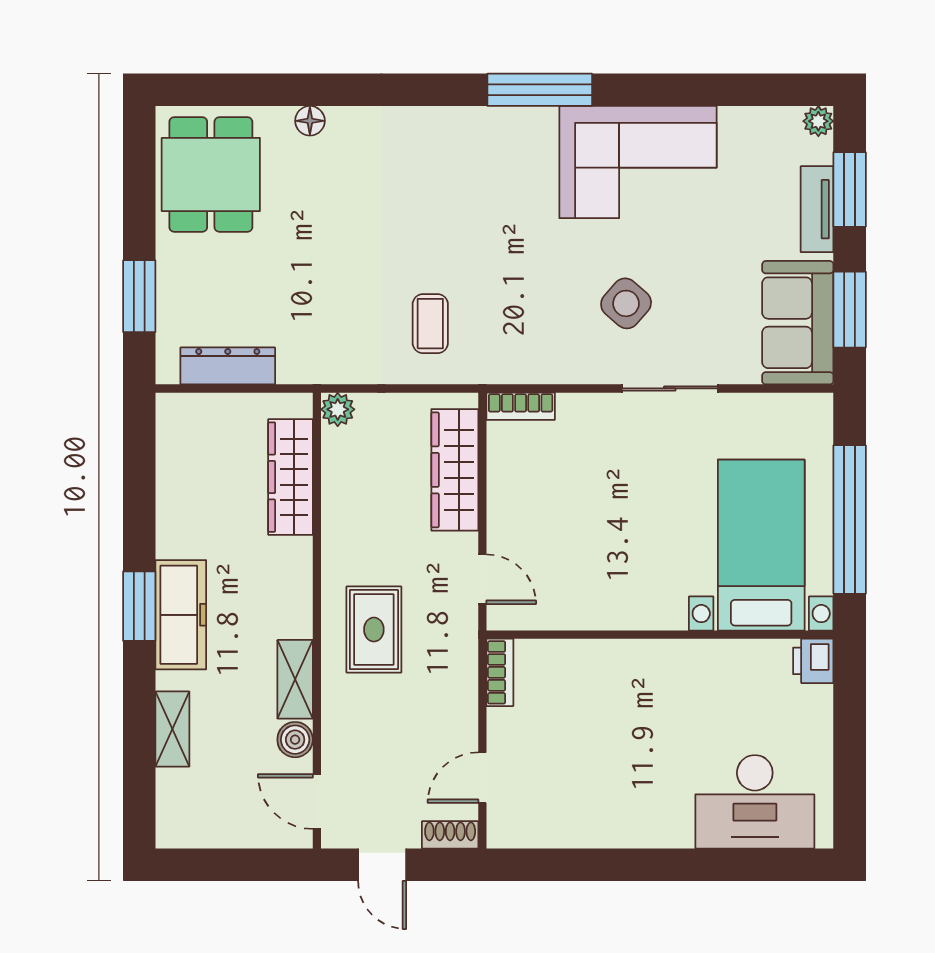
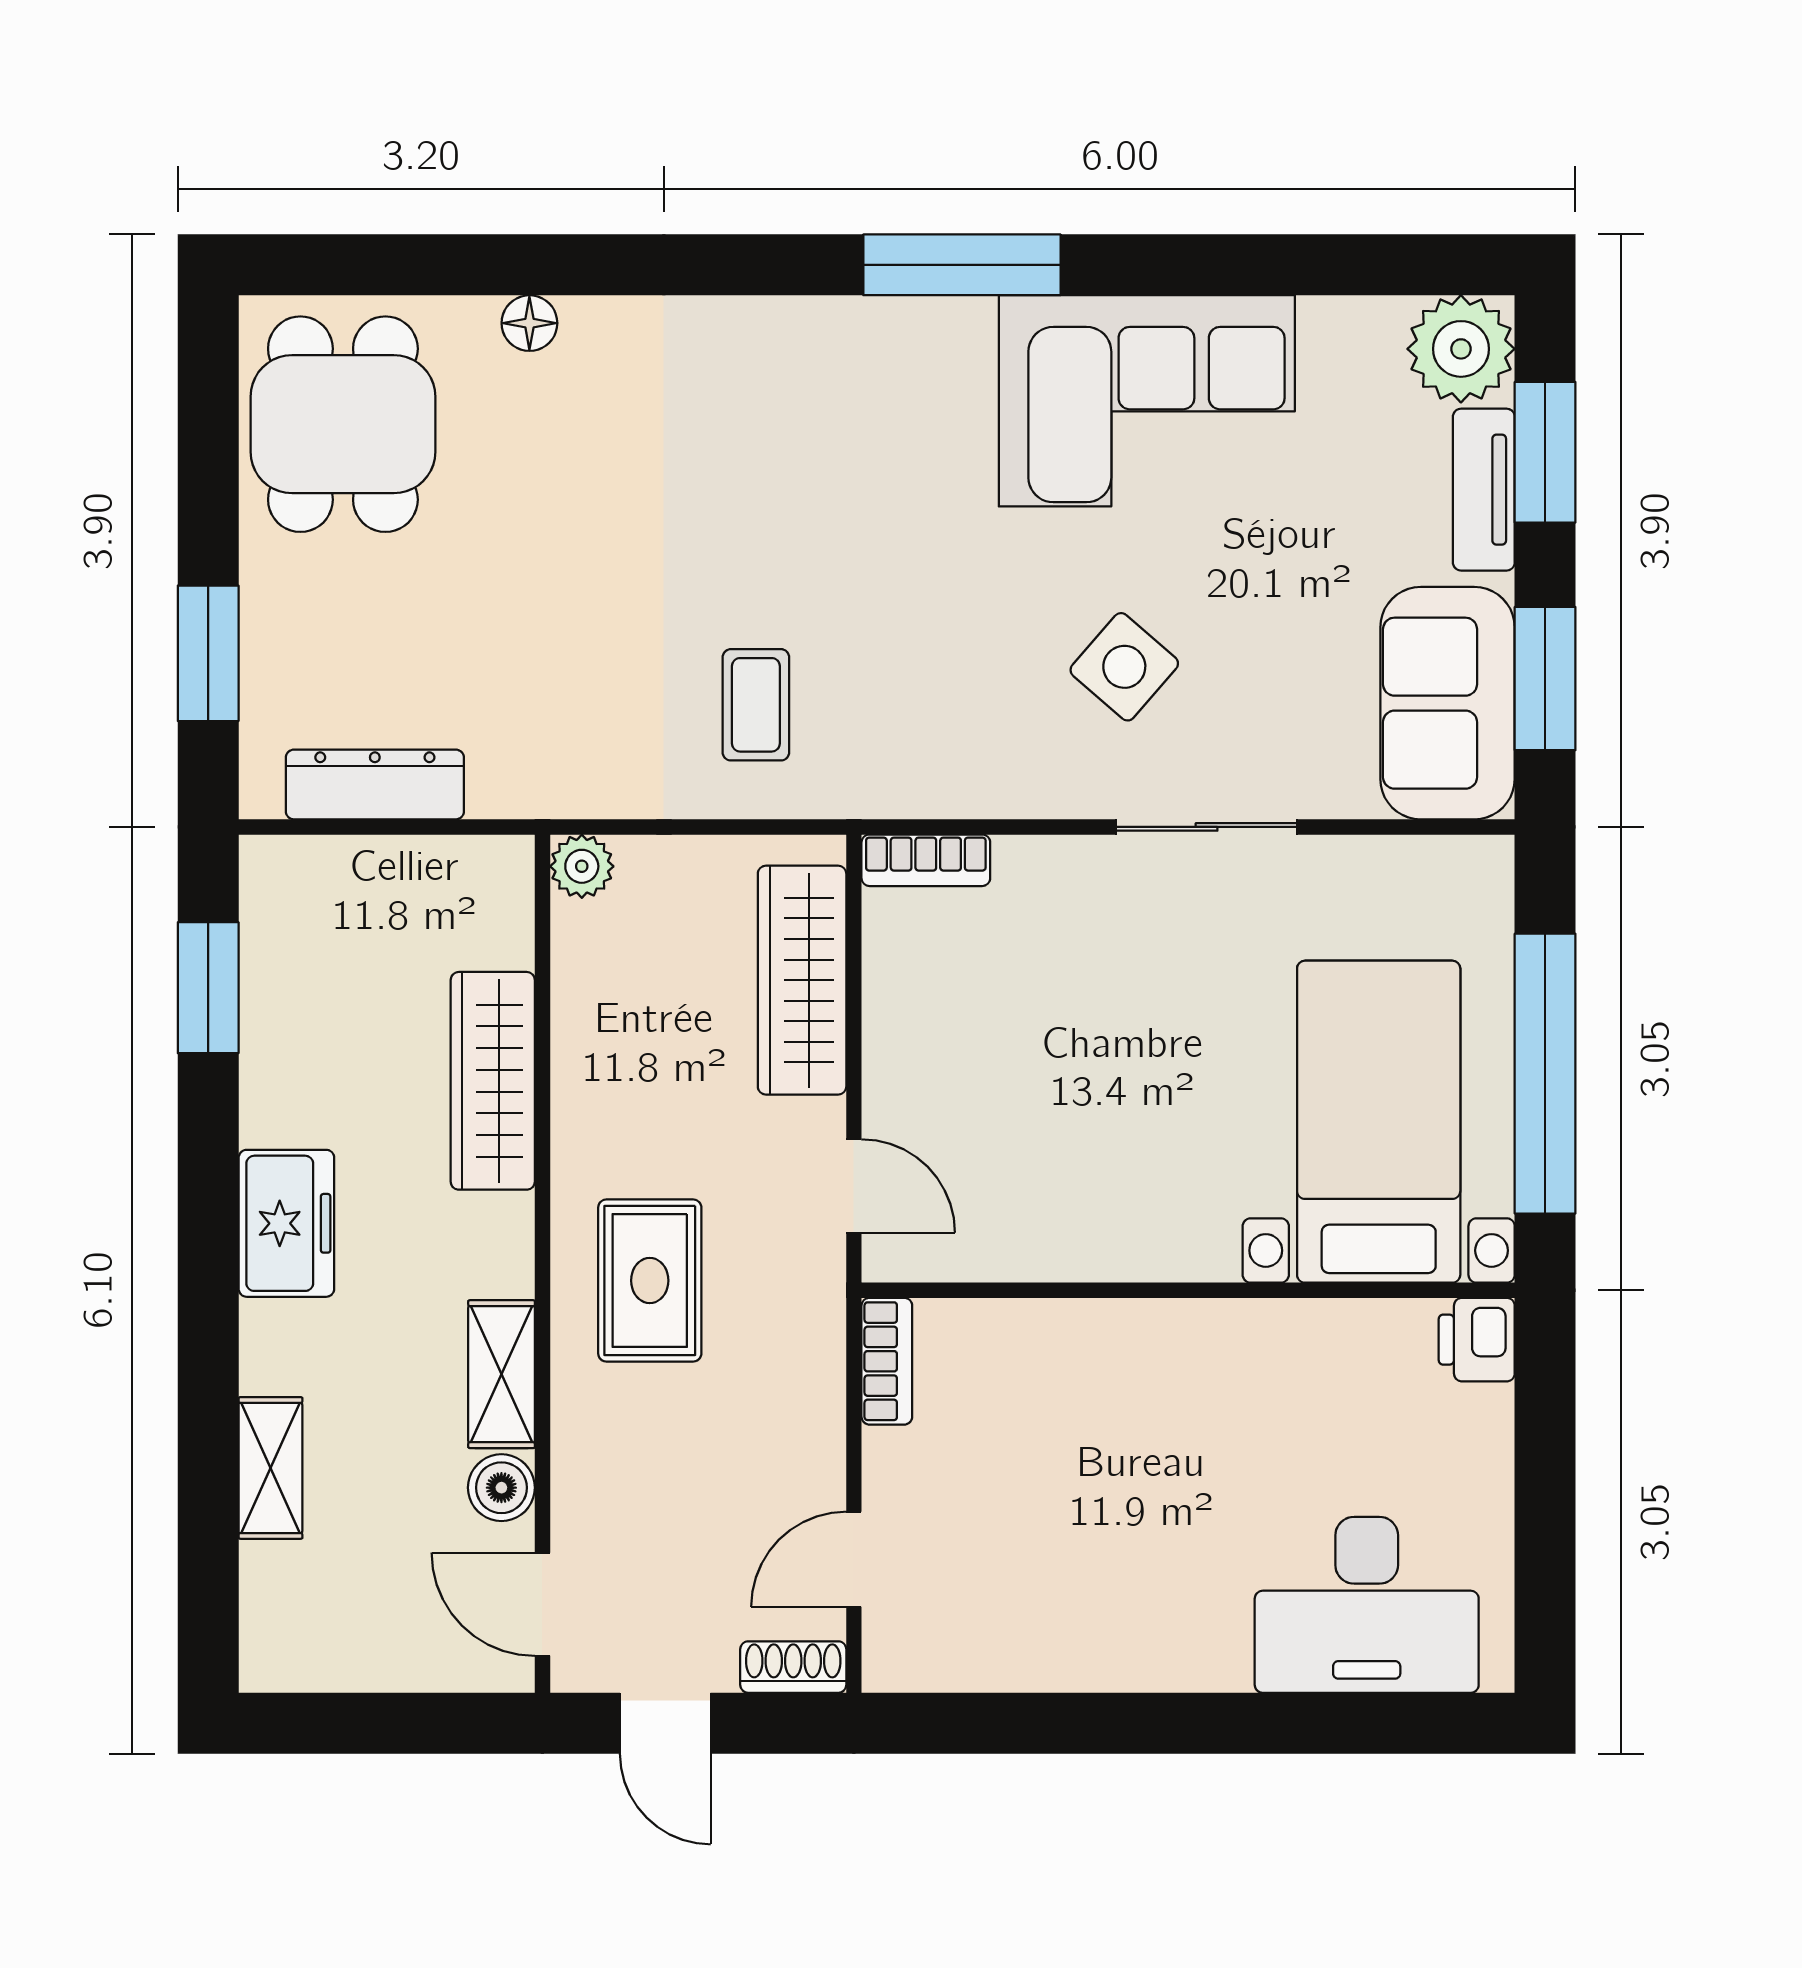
plant: (818, 121) -> (1461, 349), width x1.87, depth x1.87
wardrobe: (290, 477) -> (493, 1081), moved
window: (139, 606) -> (208, 988), moved
freezer: (181, 615) -> (286, 1223), width x0.71

